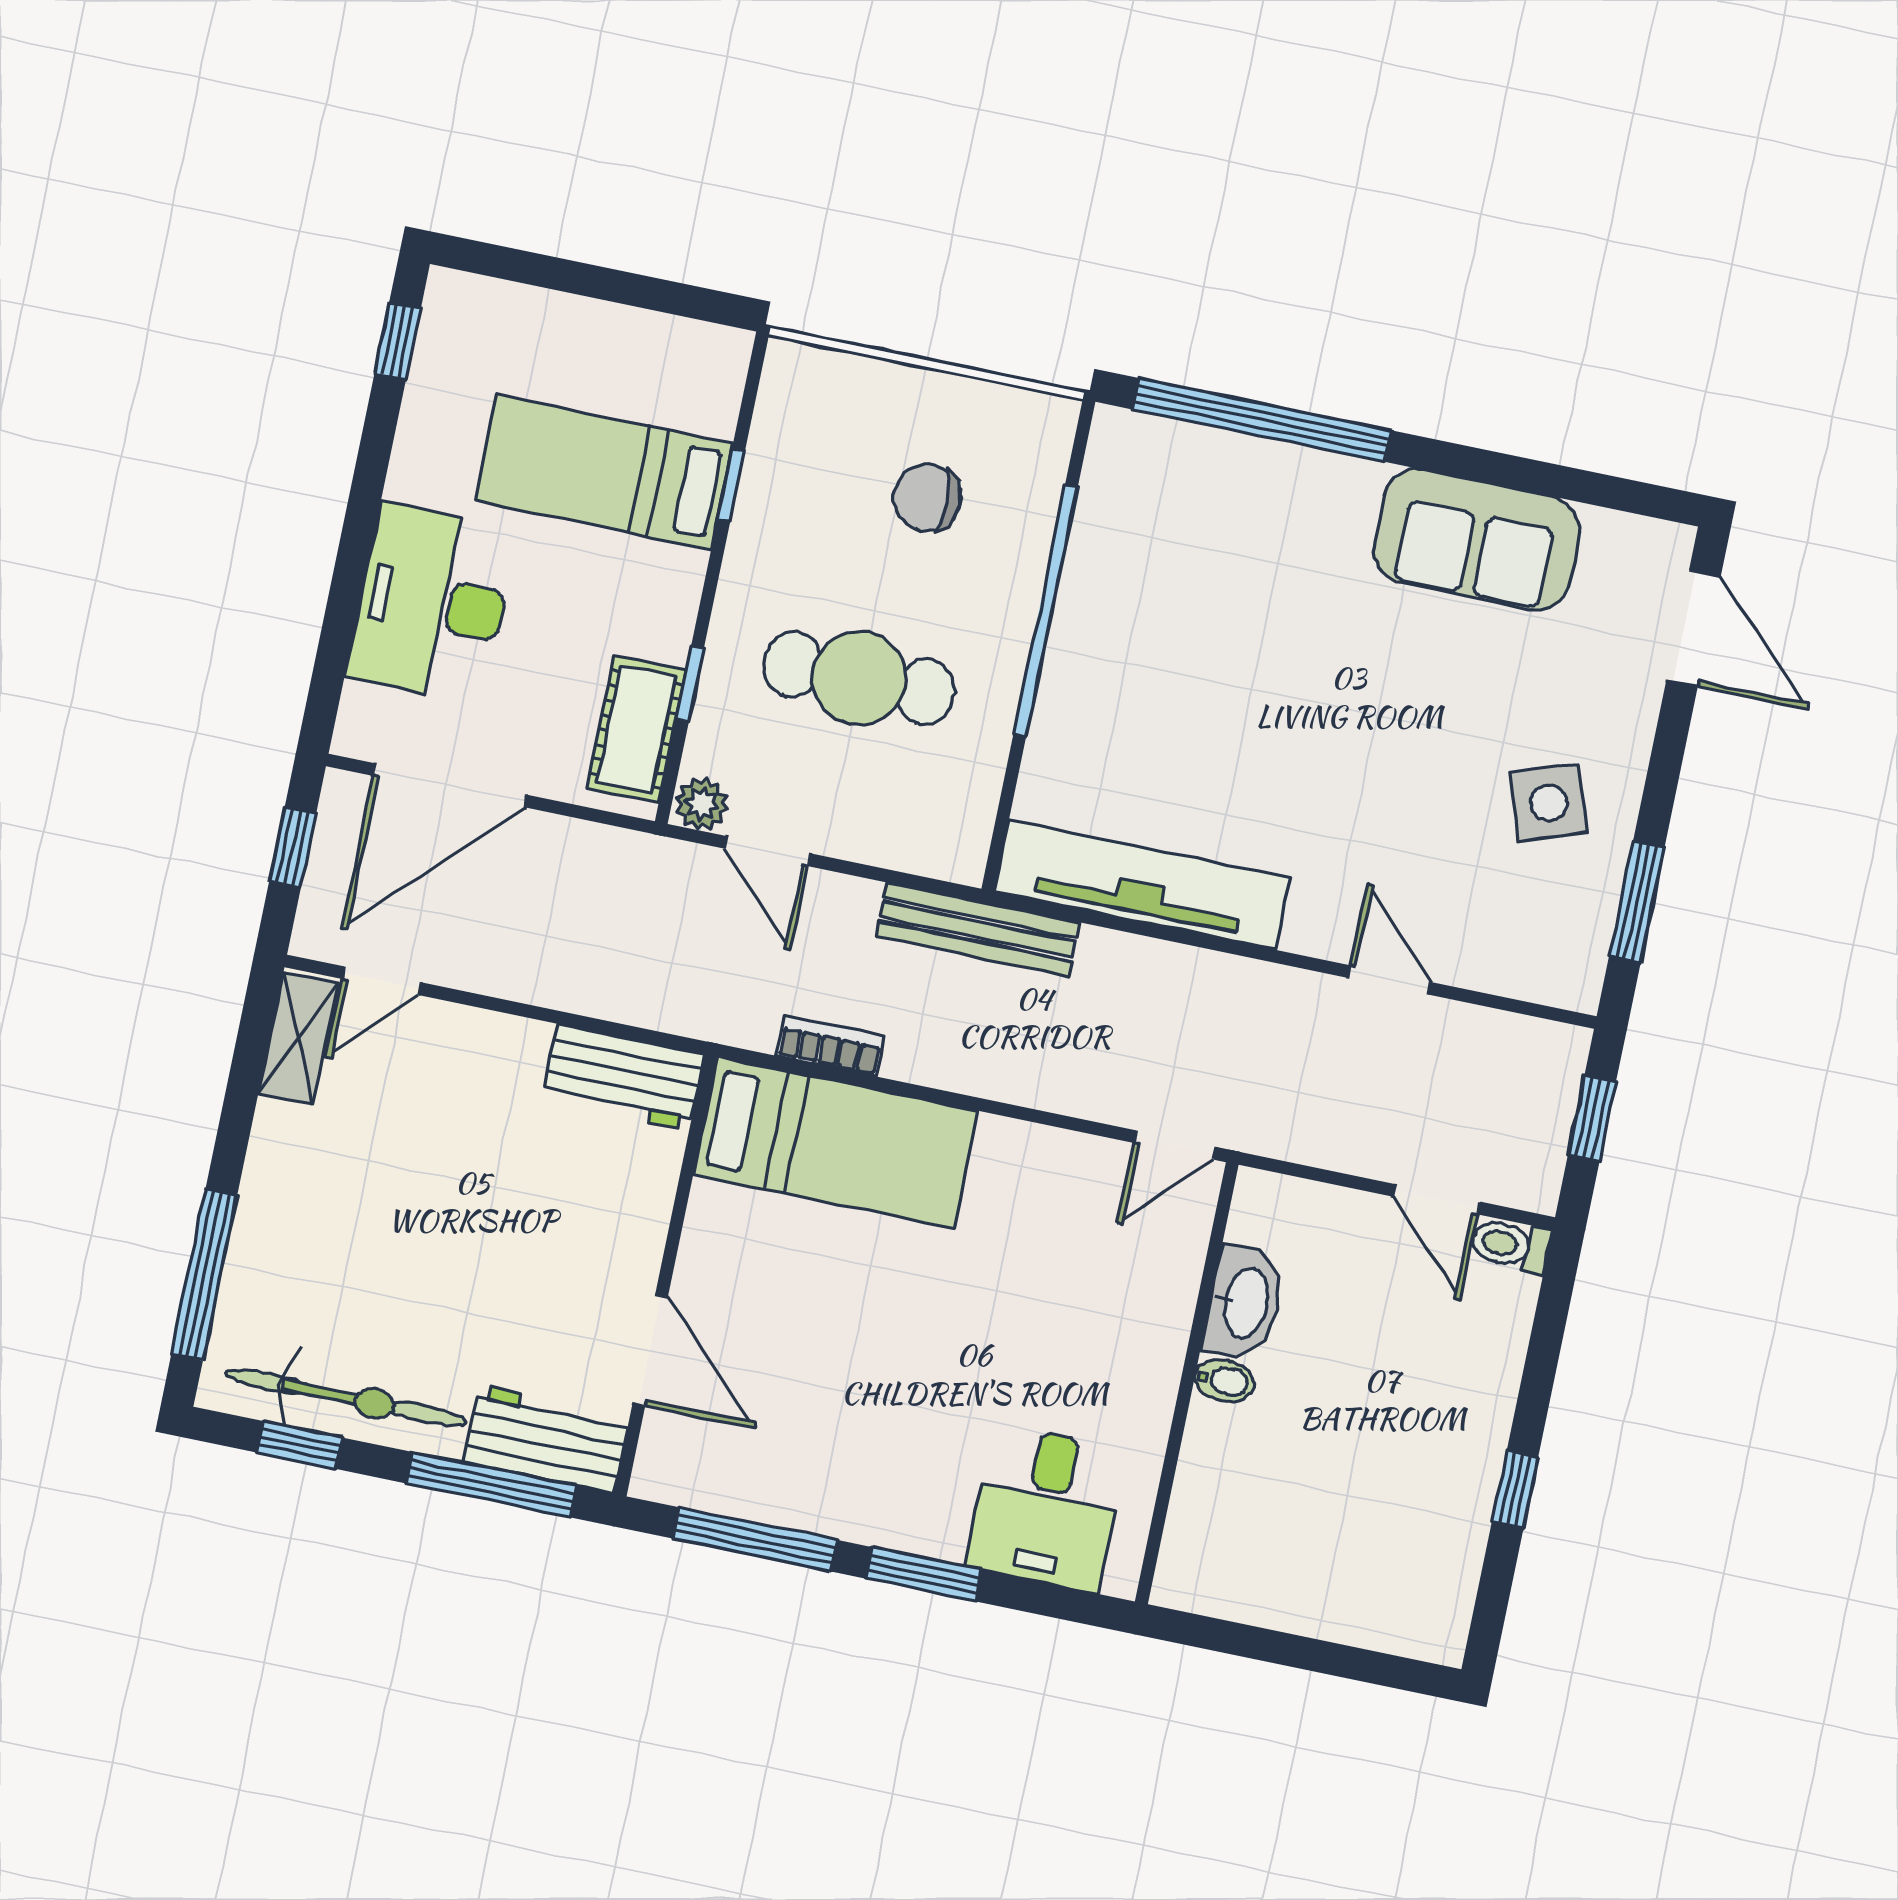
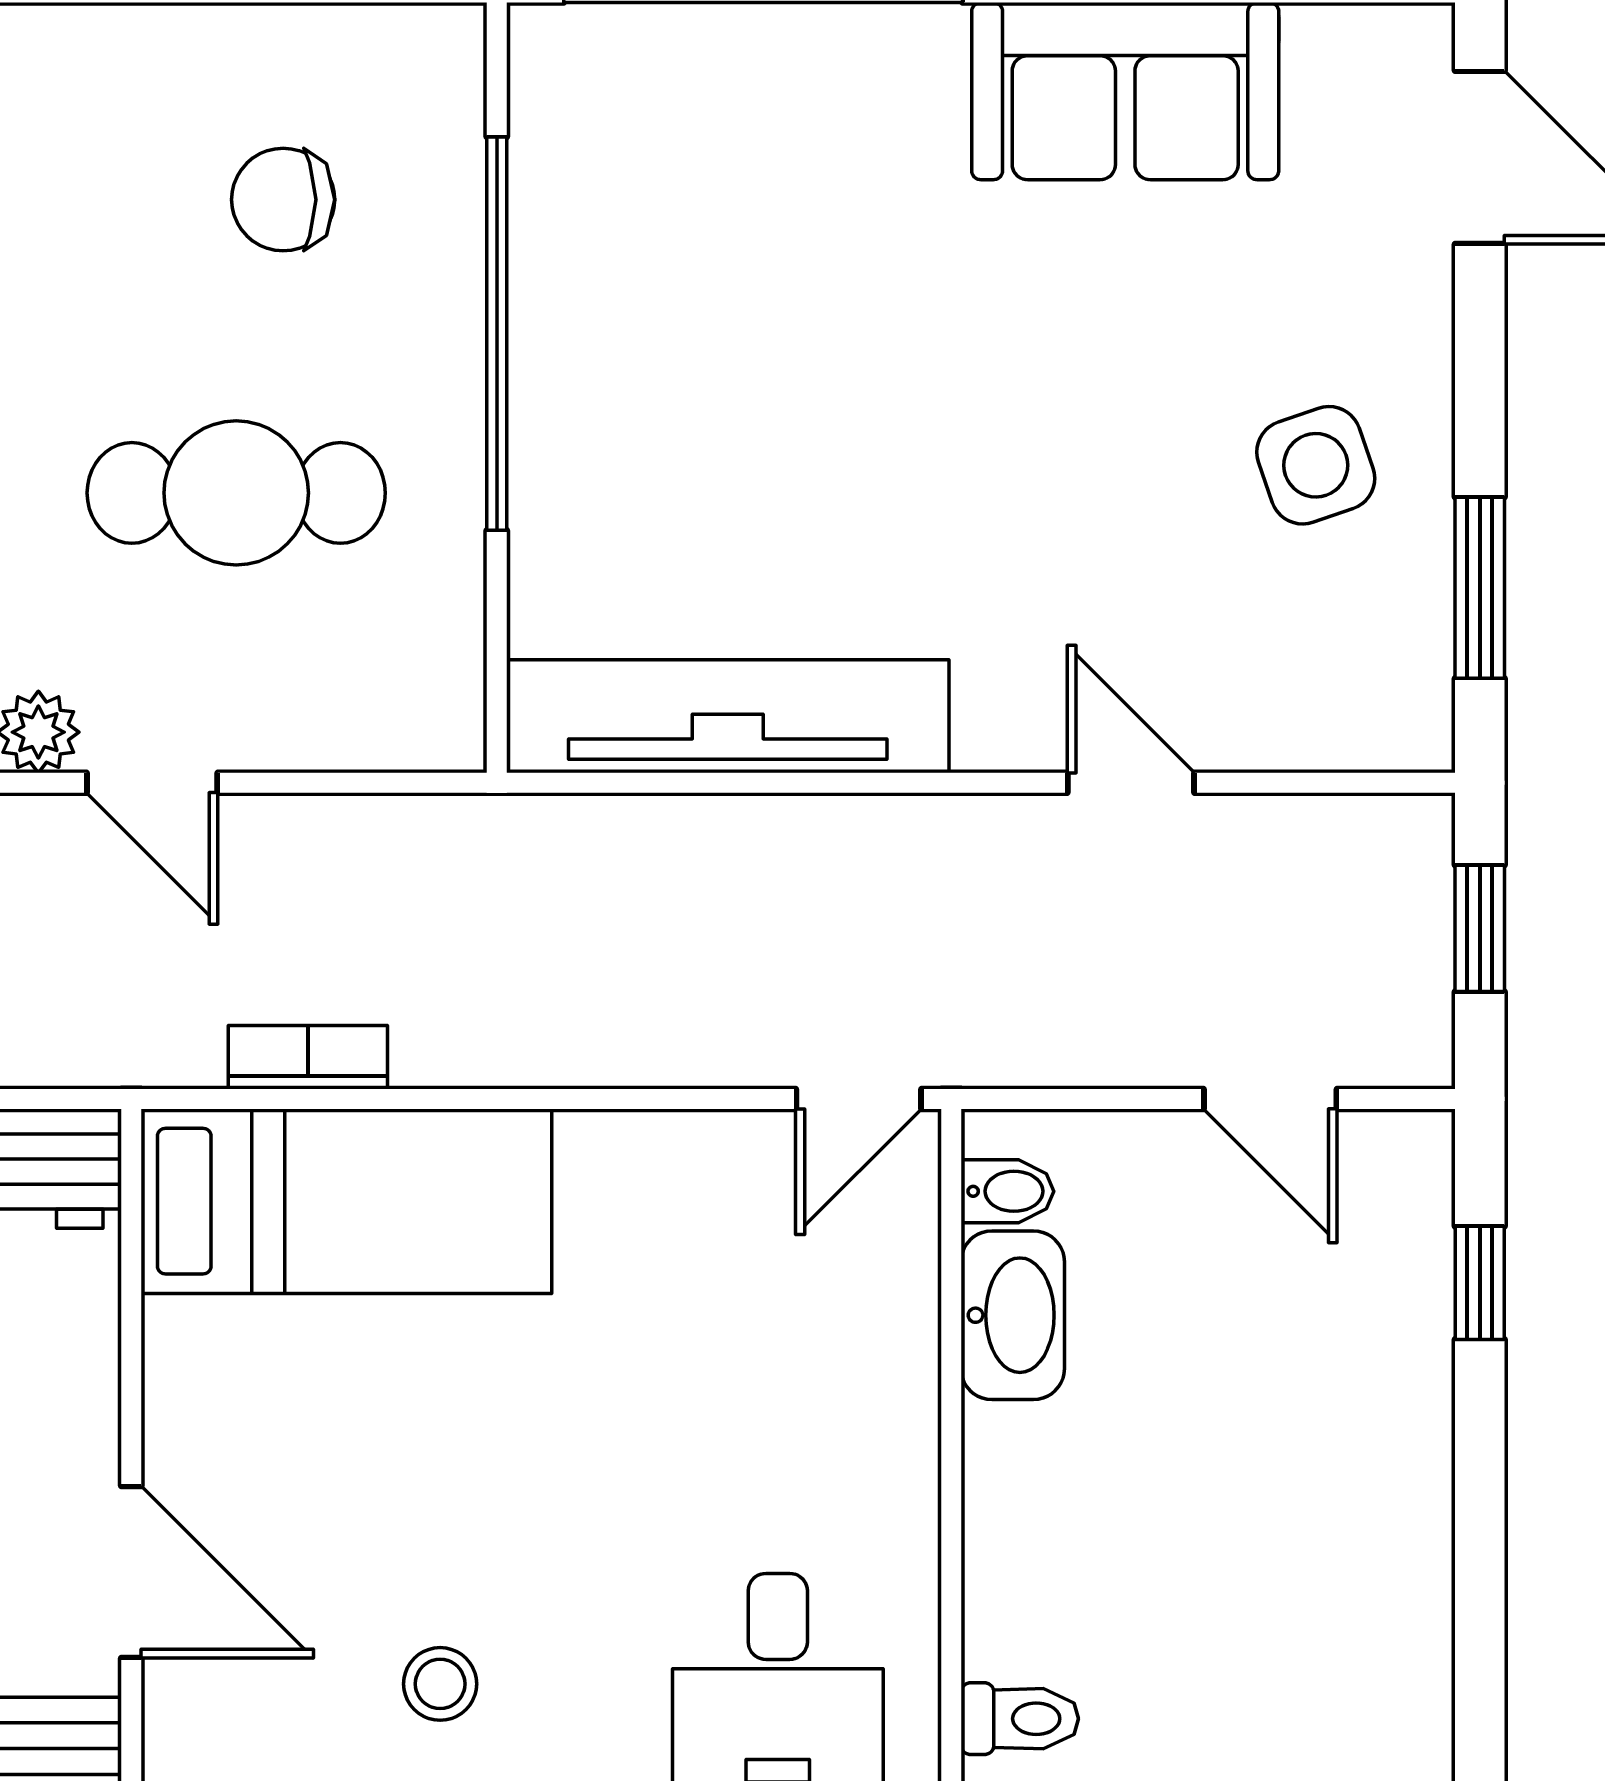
bench: (978, 929) -> (494, 835), removed
toilet: (1510, 1245) -> (1020, 1719), moved, turned 180
bidet: (1225, 1381) -> (1007, 1191), moved
stool: (832, 1462) -> (440, 1684), added
window: (1515, 1490) -> (1480, 1283), moved

